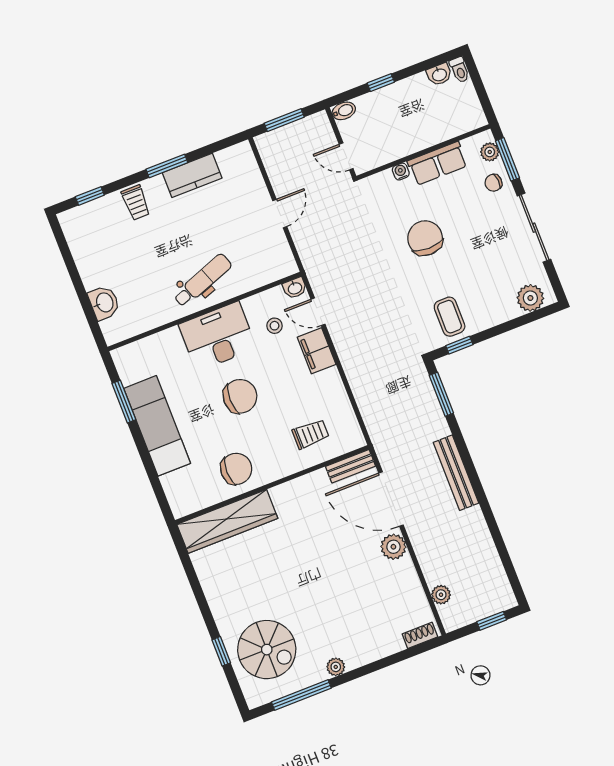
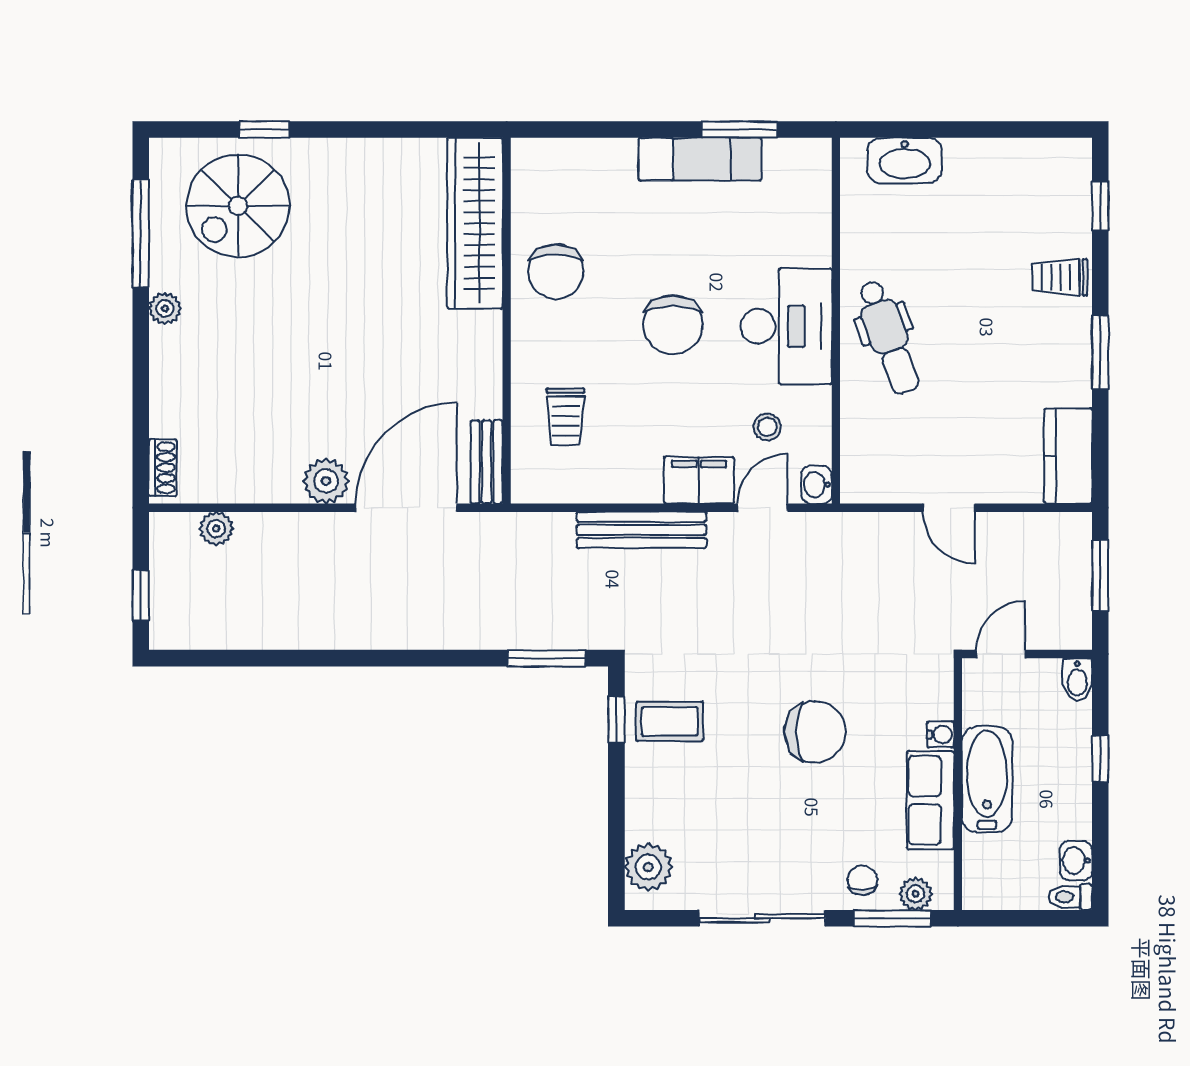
bathtub: (415, 138) -> (987, 779), added
kitchen counter: (192, 175) -> (1068, 456), moved
washbasin: (104, 303) -> (905, 160), width x1.38
exam couch: (157, 426) -> (700, 159), width x0.73, depth x0.69
bench: (456, 473) -> (641, 530), moved

